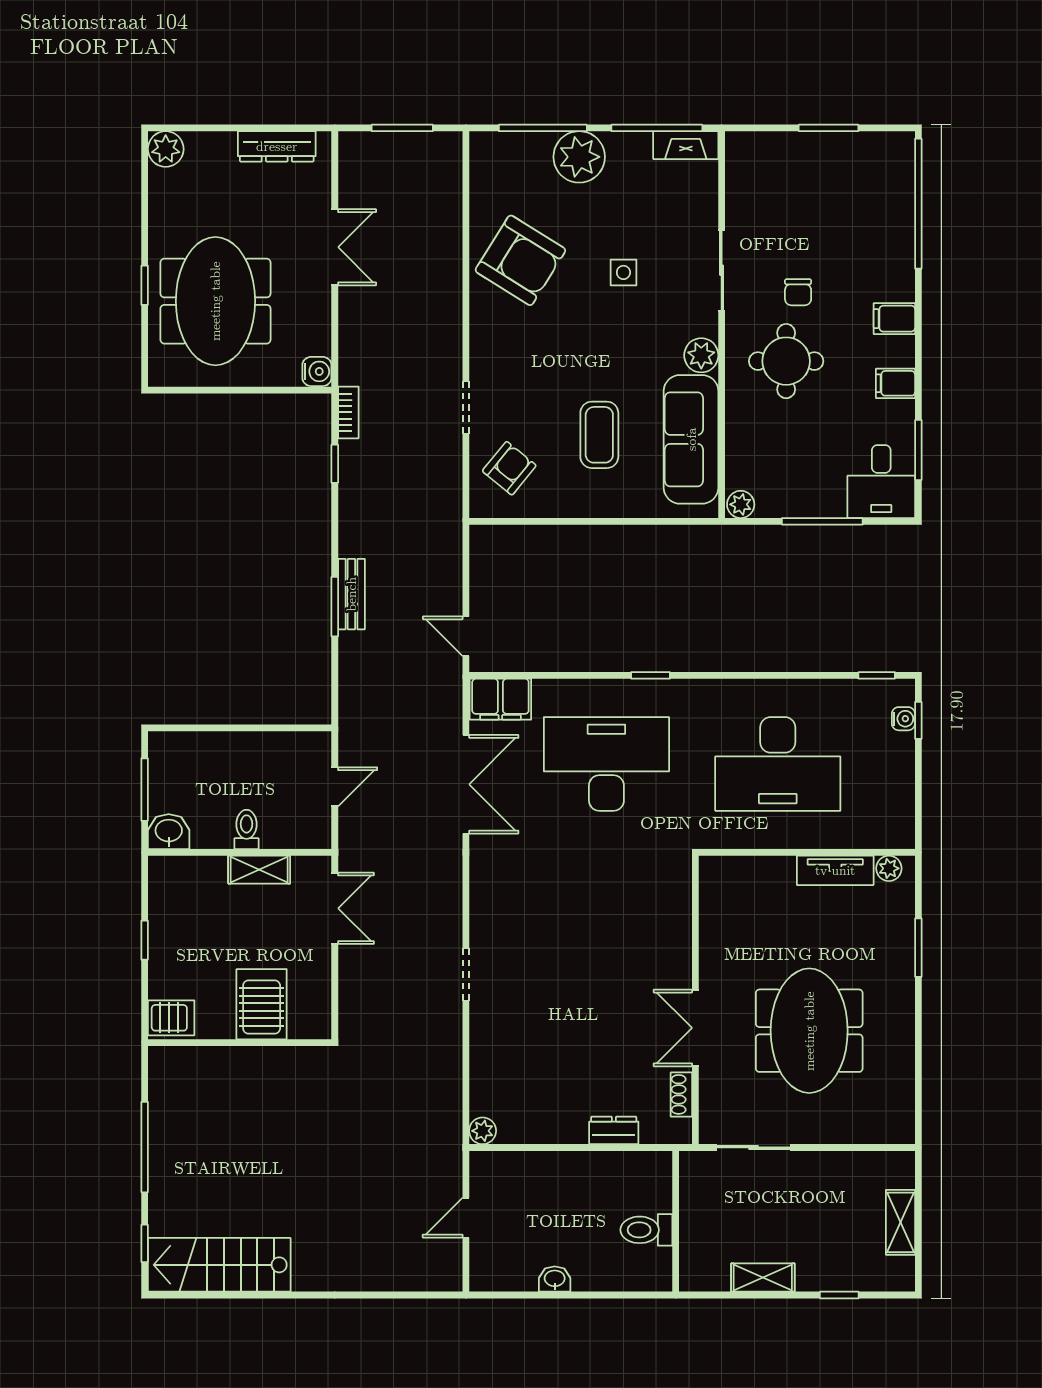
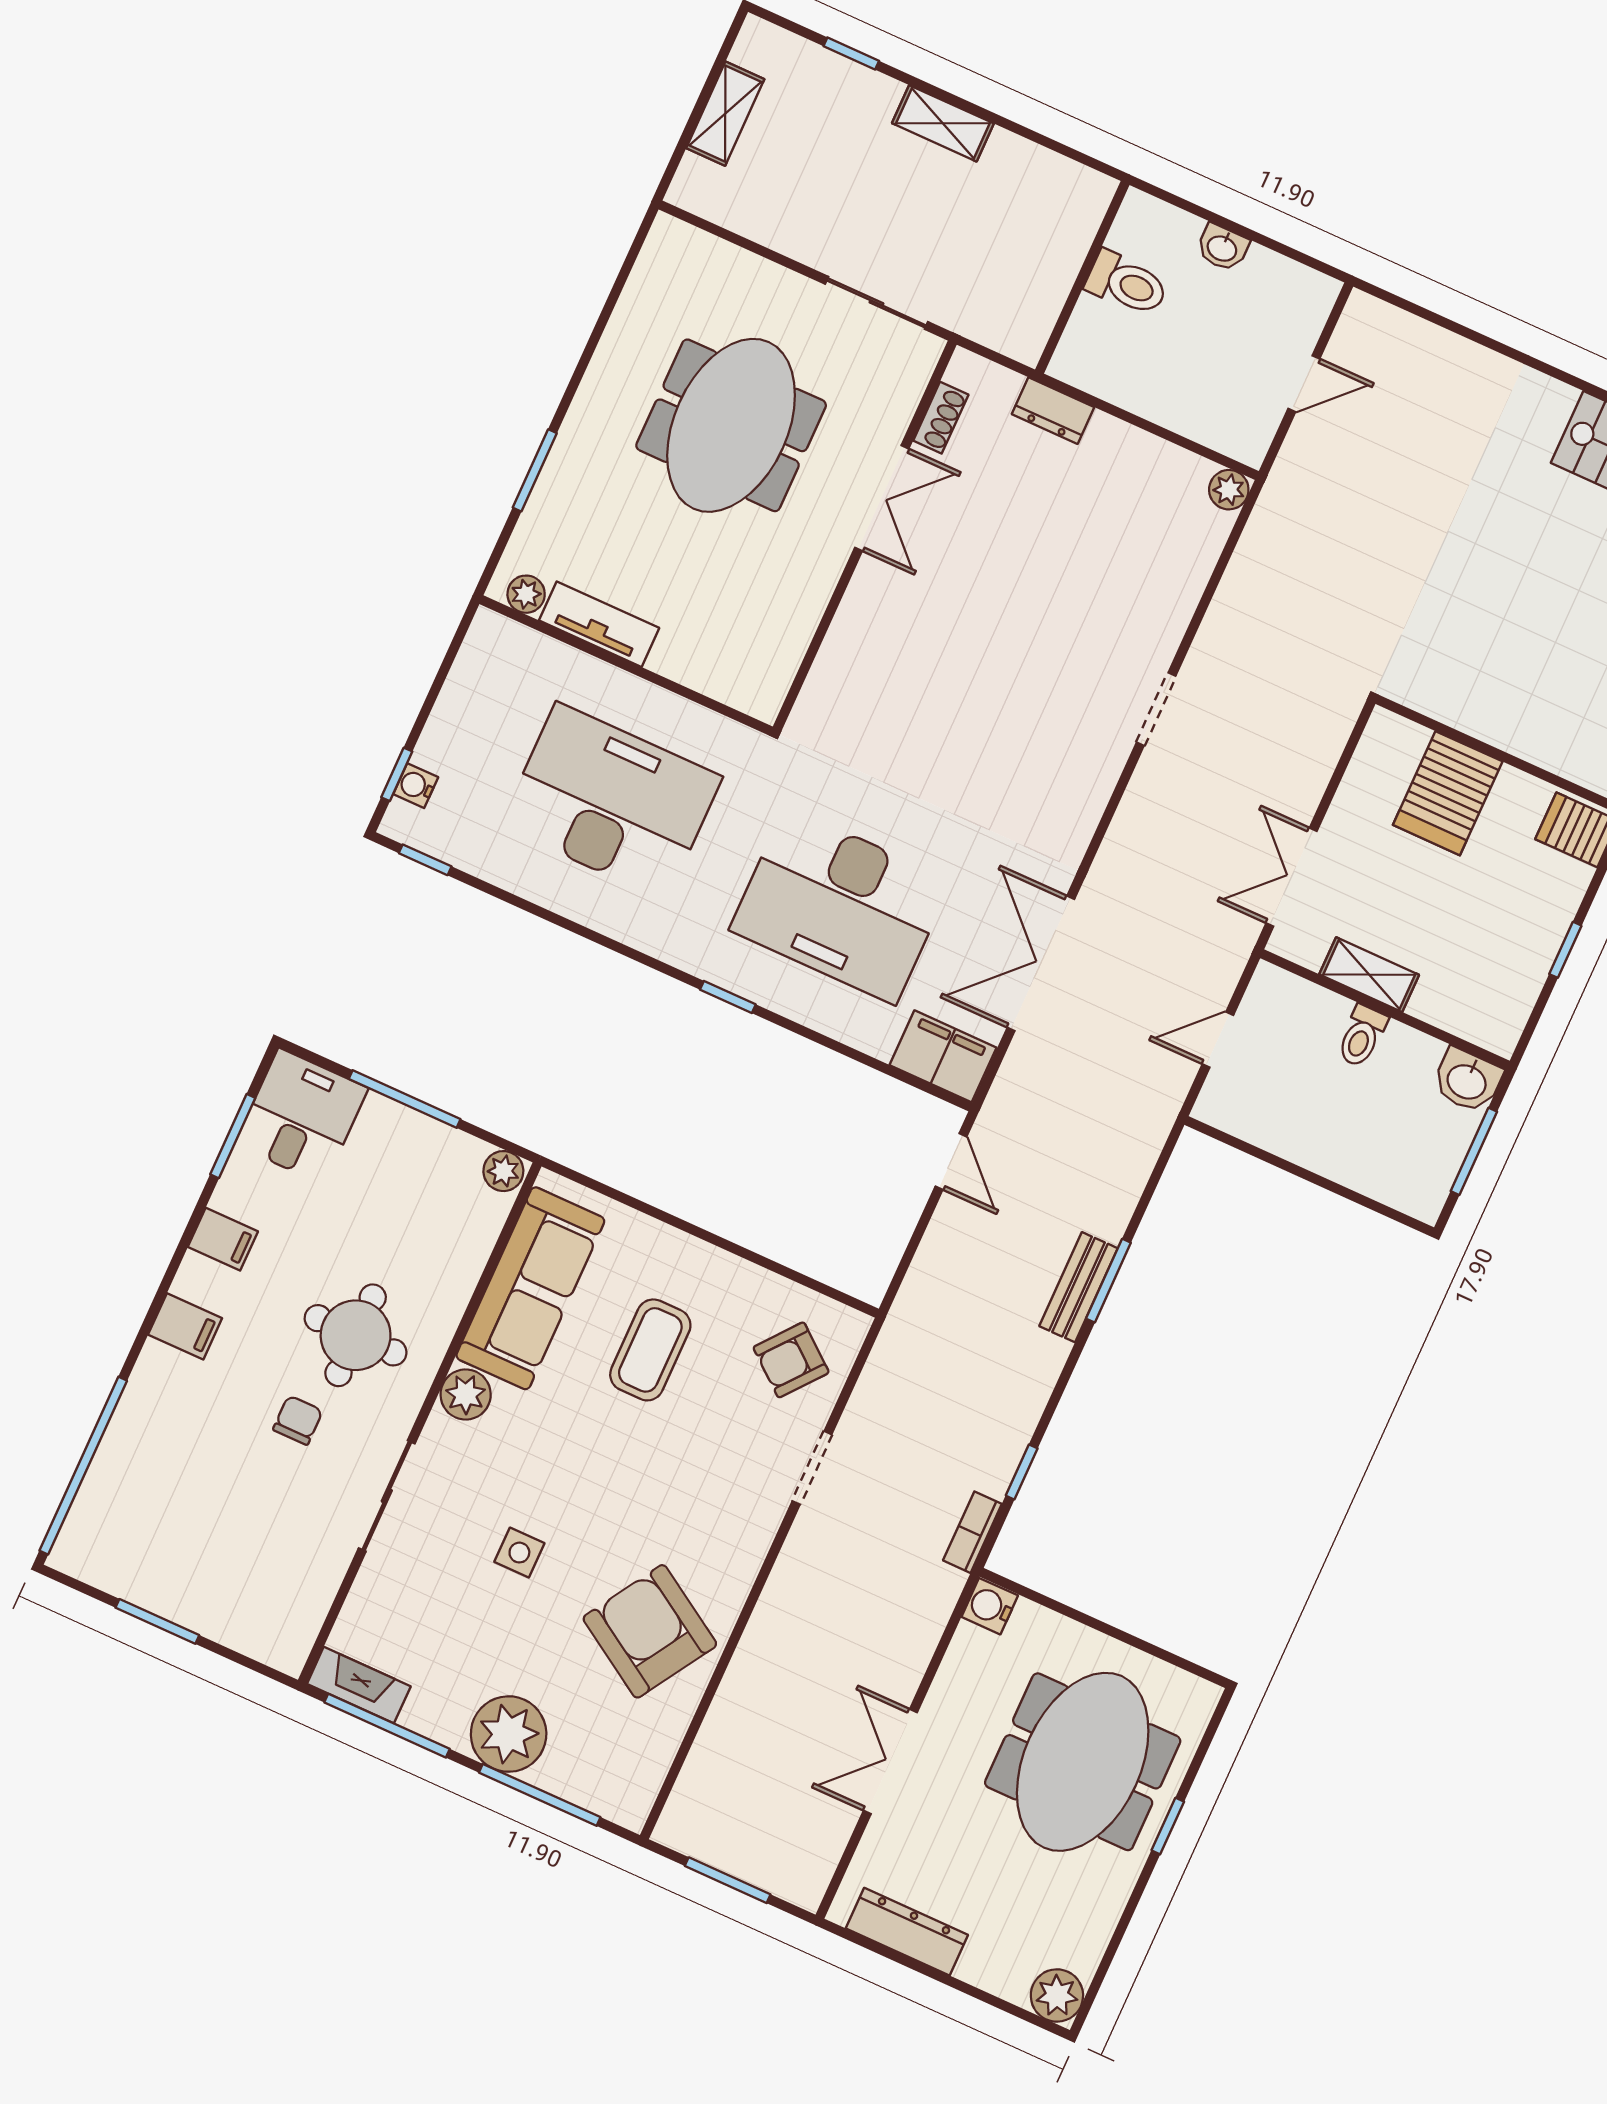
wall: (676, 1221) -> (1082, 277), moved
toilet: (646, 1230) -> (1127, 284), moved

